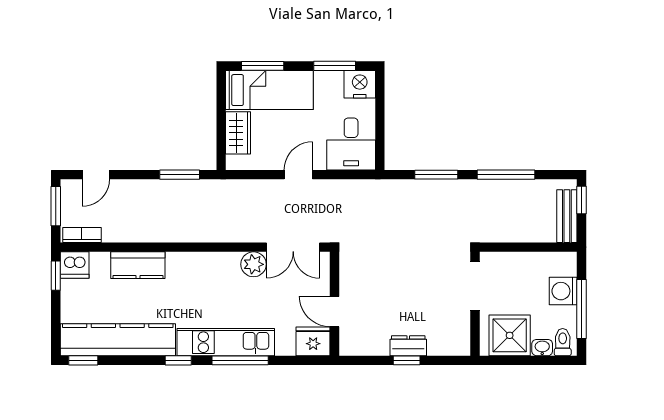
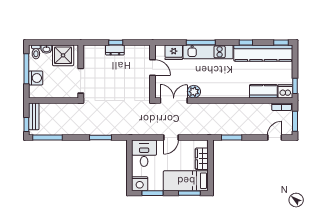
window: (506, 175) -> (47, 137), moved
kitchen counter: (138, 265) -> (263, 91), moved
fridge: (313, 341) -> (174, 52), moved
window: (178, 360) -> (246, 43), moved

